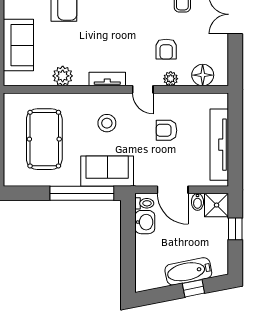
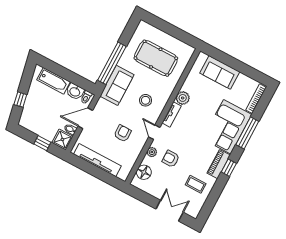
plant: (63, 76) -> (183, 98), moved
door: (143, 89) -> (154, 132), hinge flipped
bathtub: (188, 271) -> (53, 81), moved, turned 101

